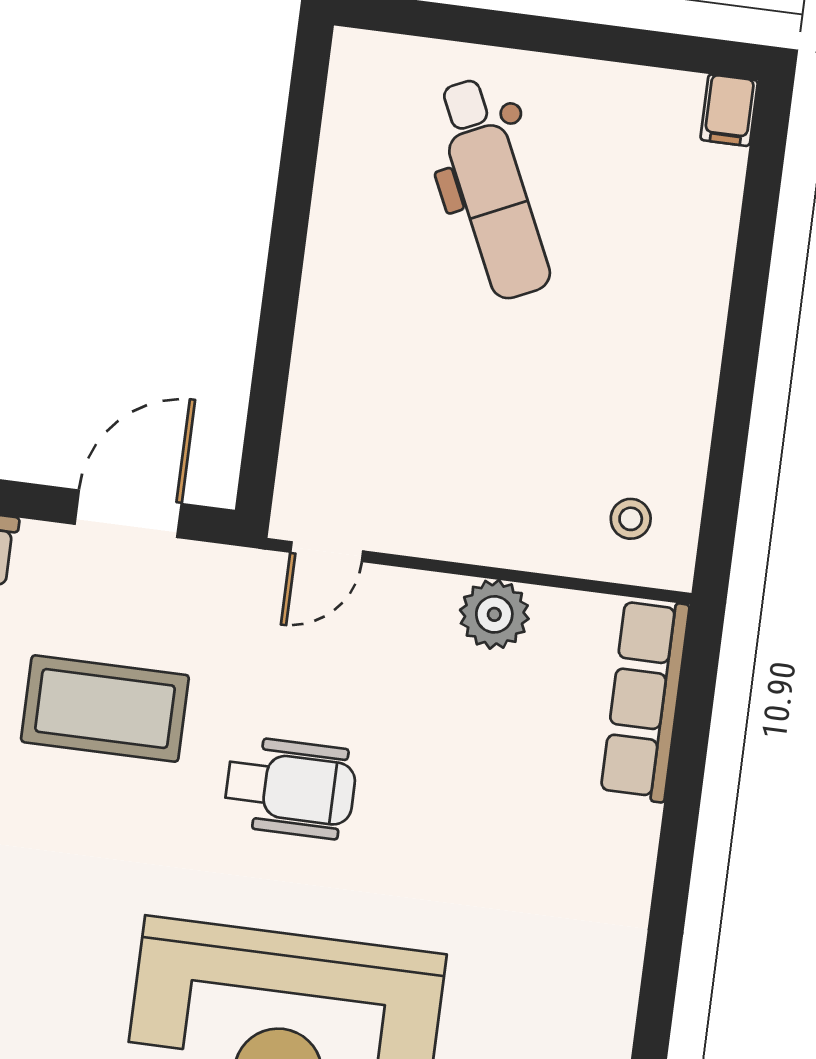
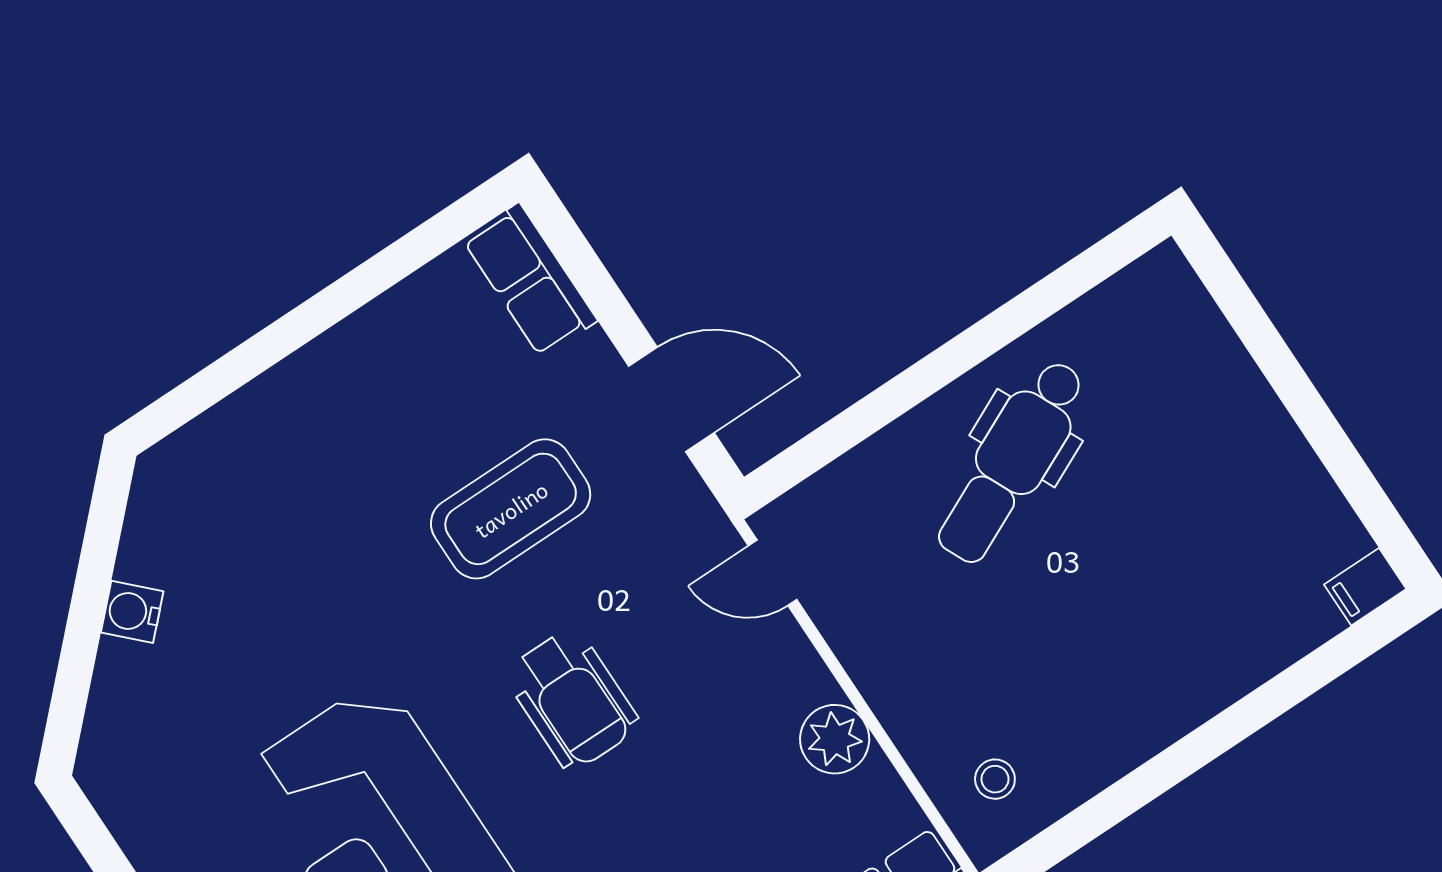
dental chair: (492, 189) -> (1012, 461), moved
coffee table: (105, 709) -> (511, 509), turned 90

